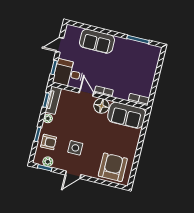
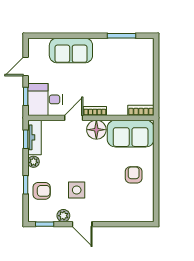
door: (86, 93) -> (74, 118), hinge flipped
plant: (48, 162) -> (63, 216), moved
armchair: (113, 167) -> (134, 175), moved, width x0.53, depth x0.53
door: (73, 175) -> (82, 224), hinge flipped

